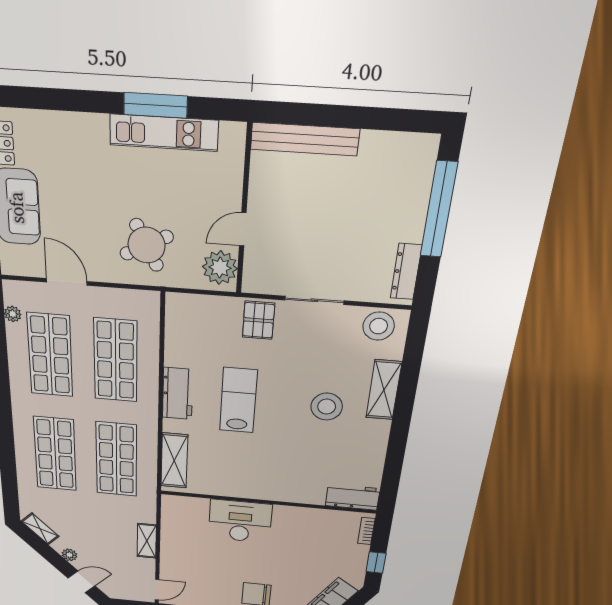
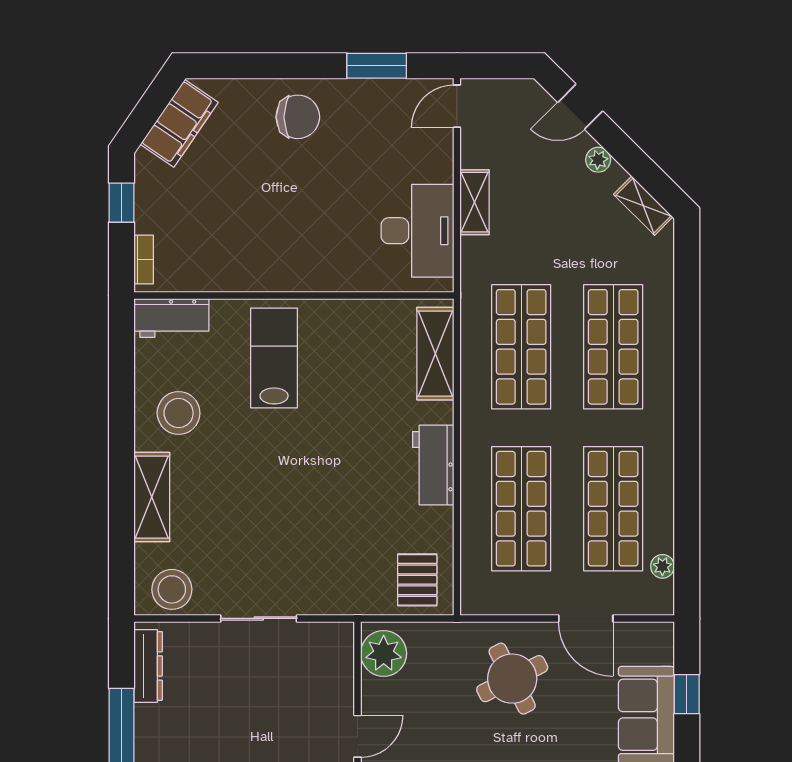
door: (243, 229) -> (358, 736), moved
round table: (147, 245) -> (512, 679), moved
pallet: (259, 320) -> (417, 580), moved
lab bench: (238, 400) -> (274, 358), moved, turned 180
stool: (327, 407) -> (179, 413), moved
desk: (240, 521) -> (417, 231), moved, turned -90

